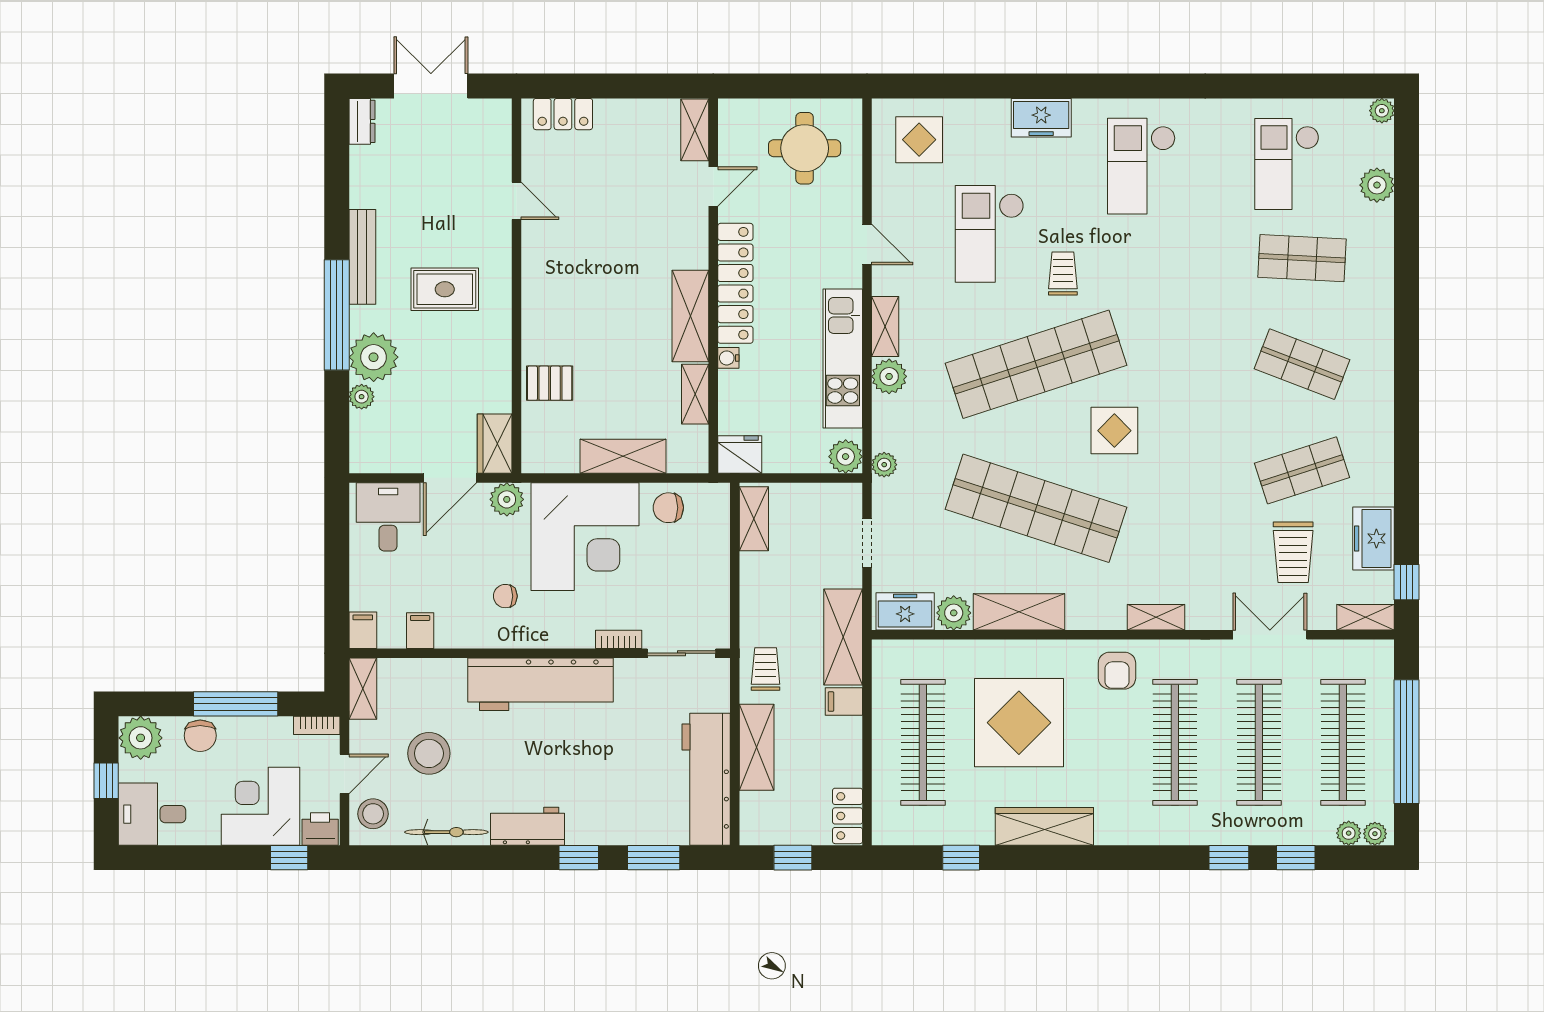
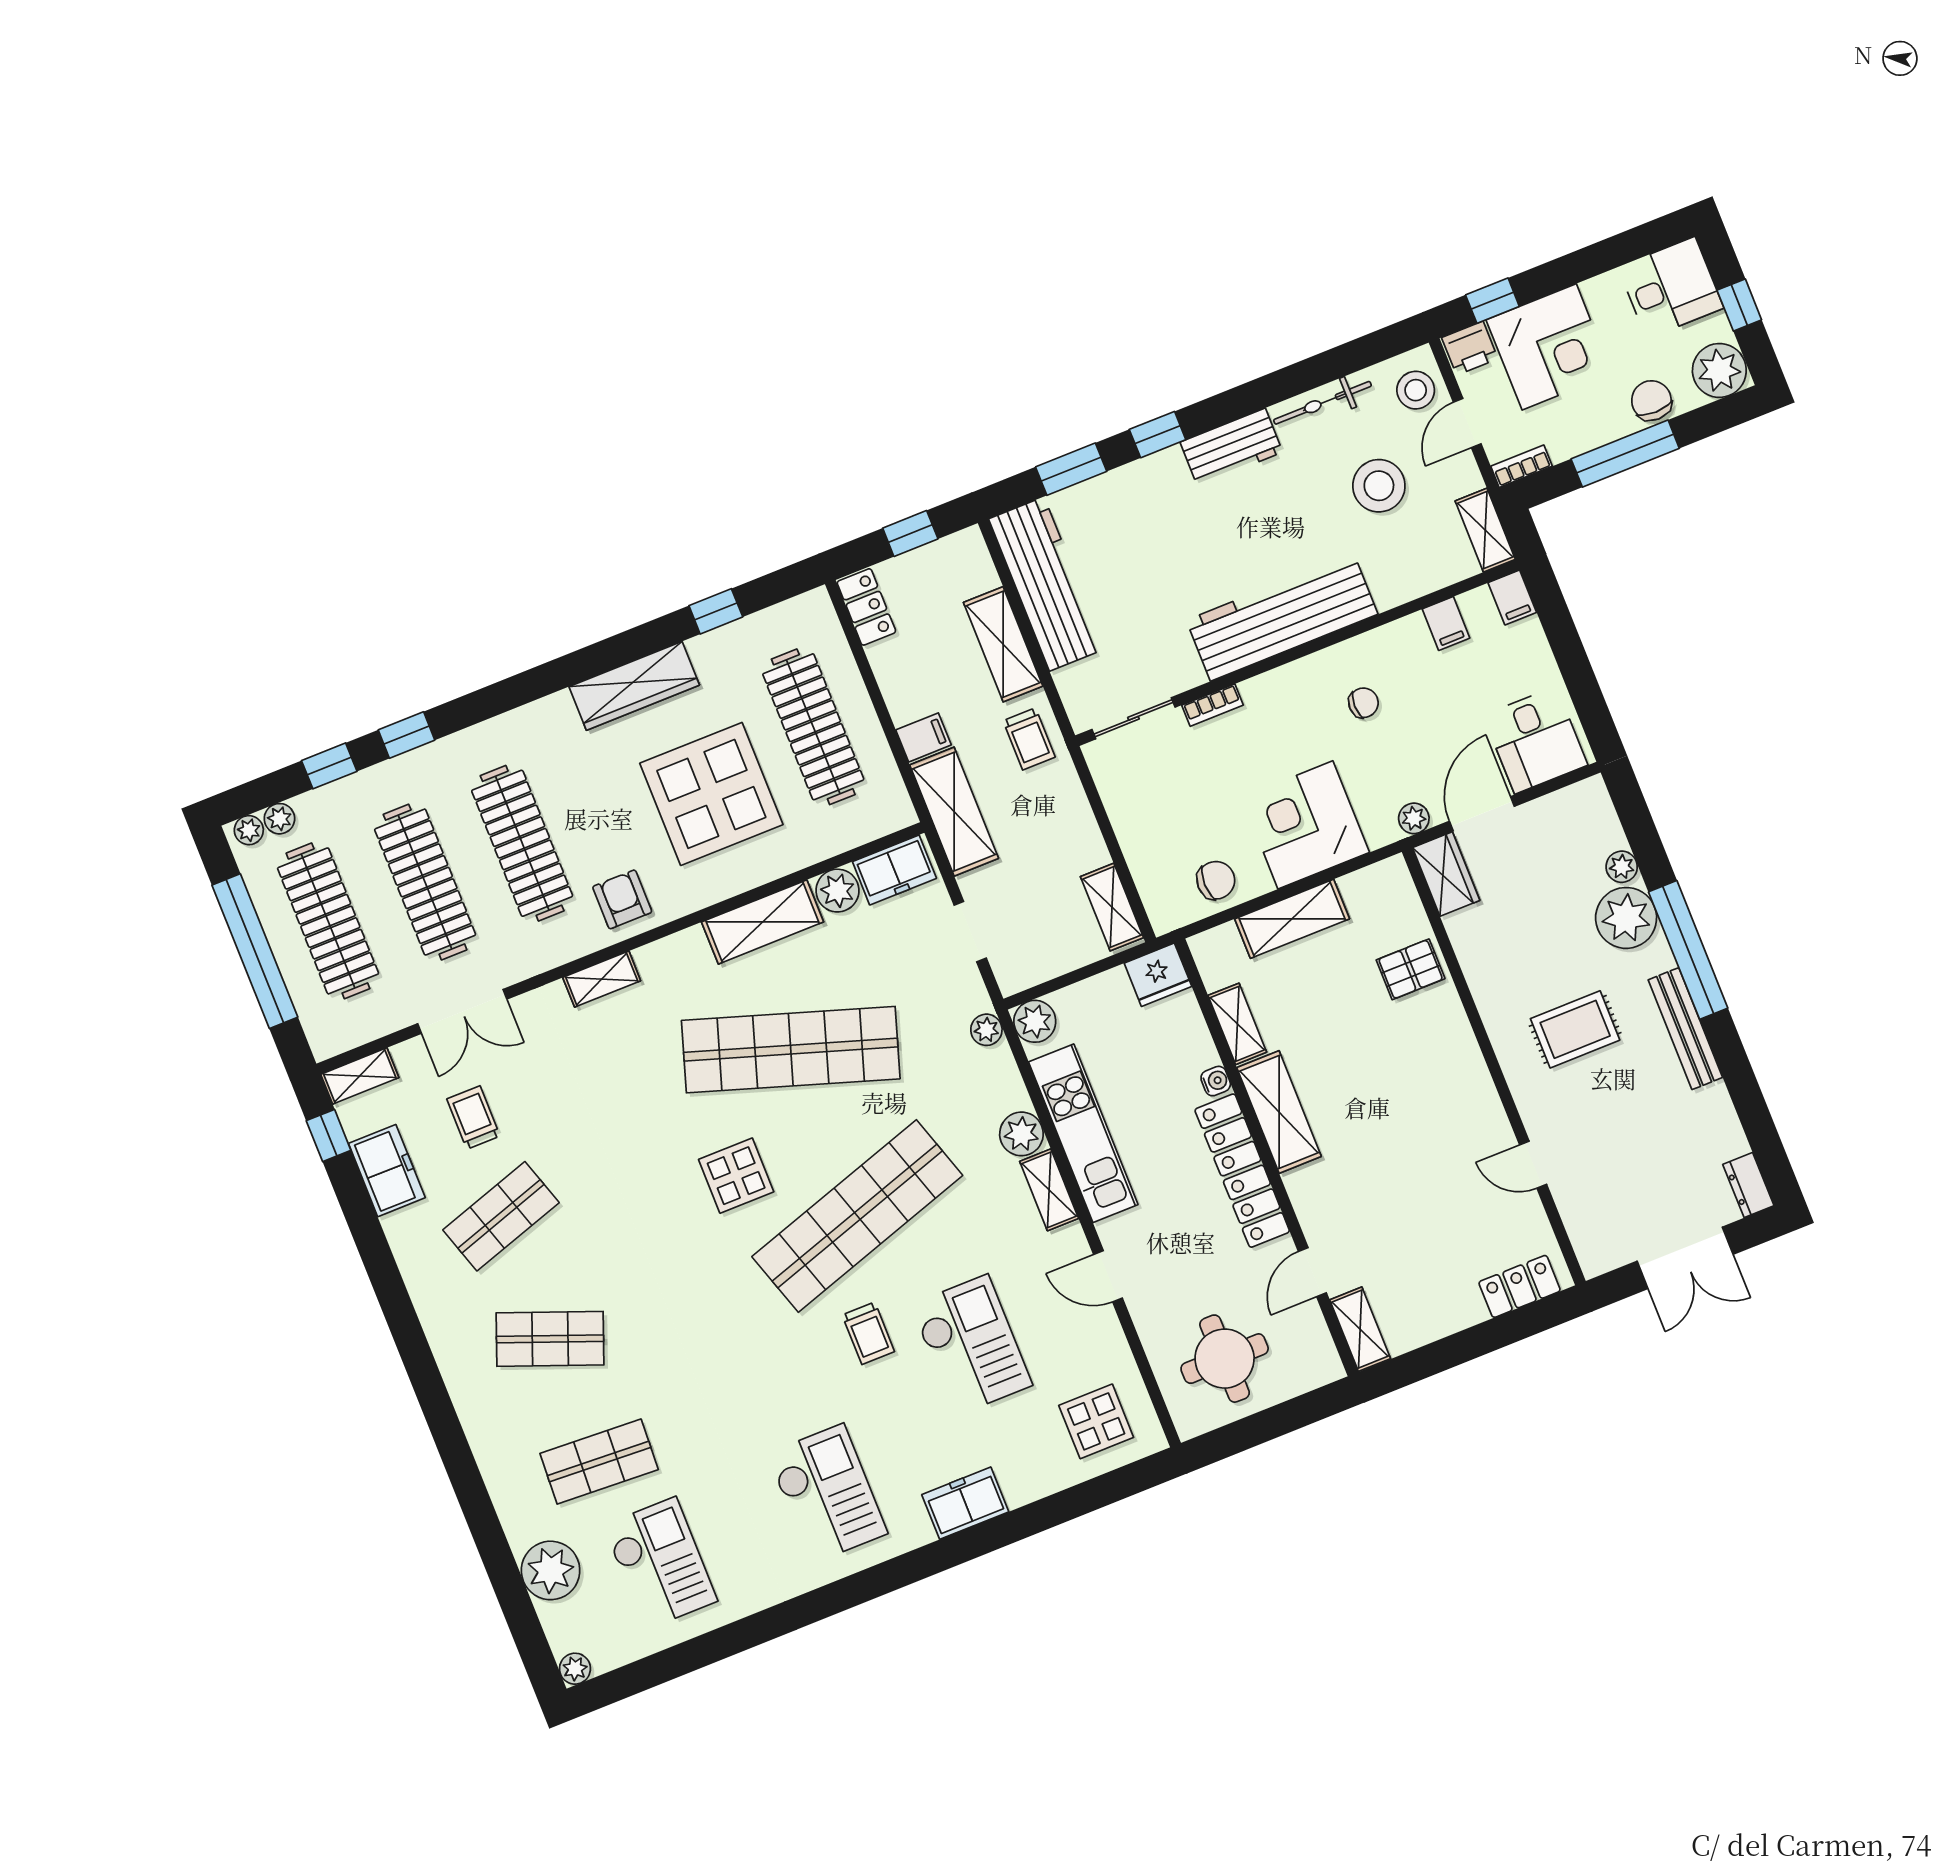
plant: (1377, 185) -> (551, 1570), width x1.36, depth x1.36
plant: (507, 499) -> (1414, 818), width x0.73, depth x0.73
corner desk: (585, 537) -> (1305, 825), width x0.74, depth x0.74
trolley: (1293, 552) -> (473, 1117), width x0.73, depth x0.72

